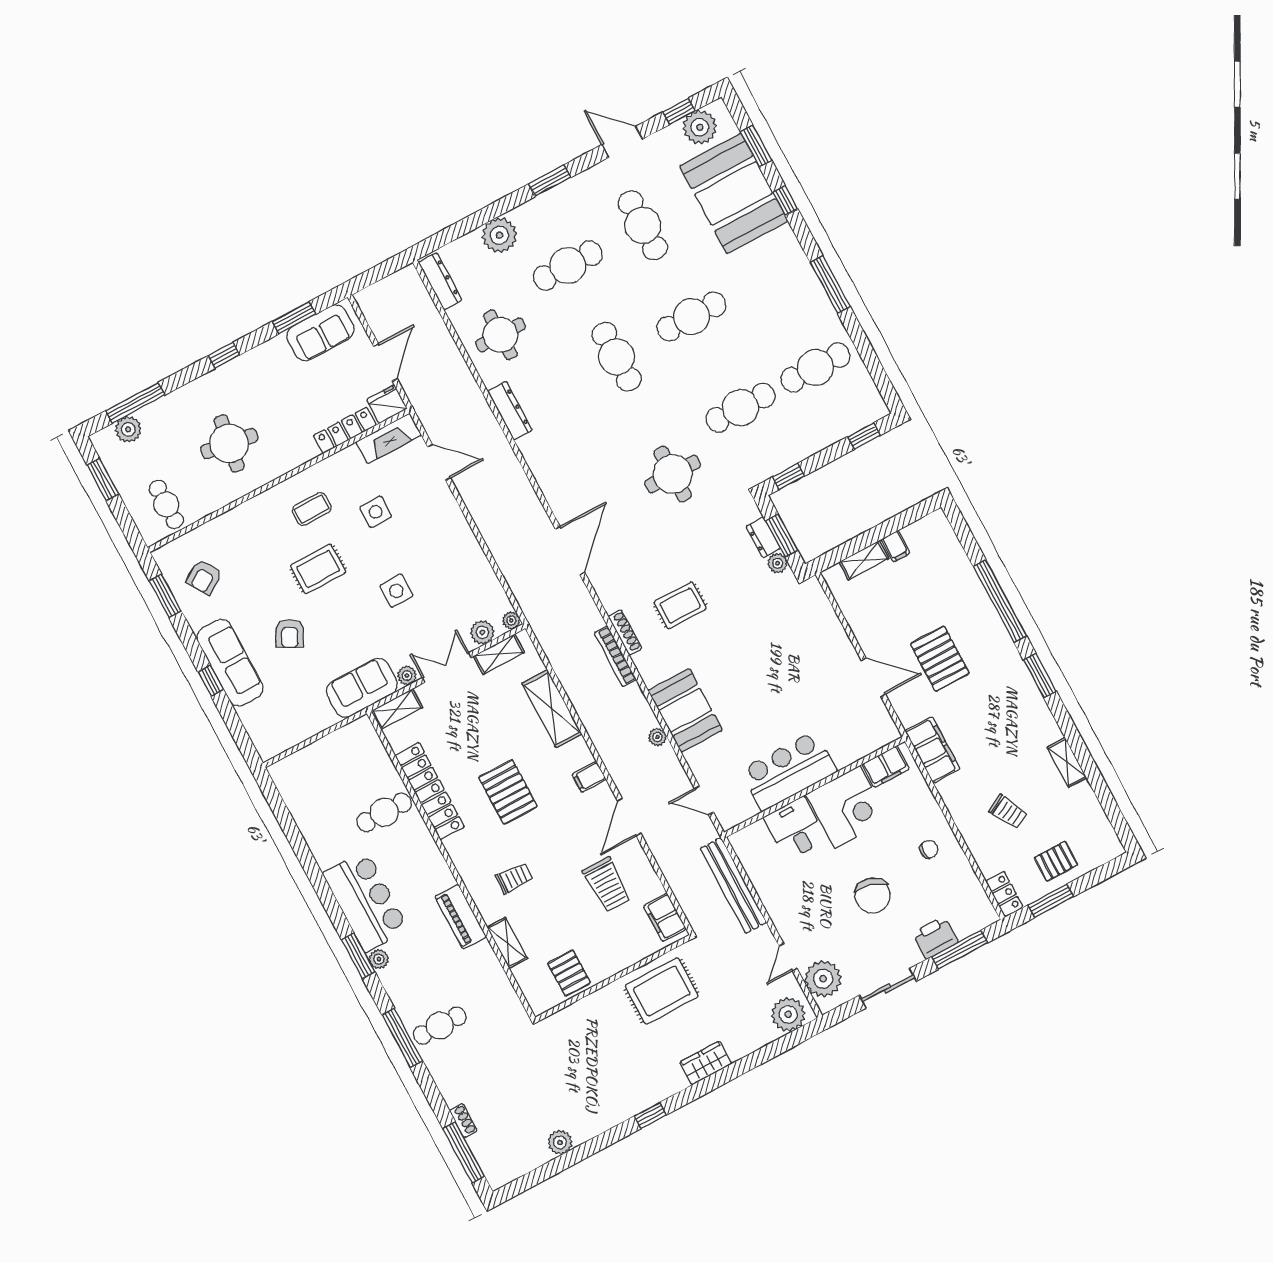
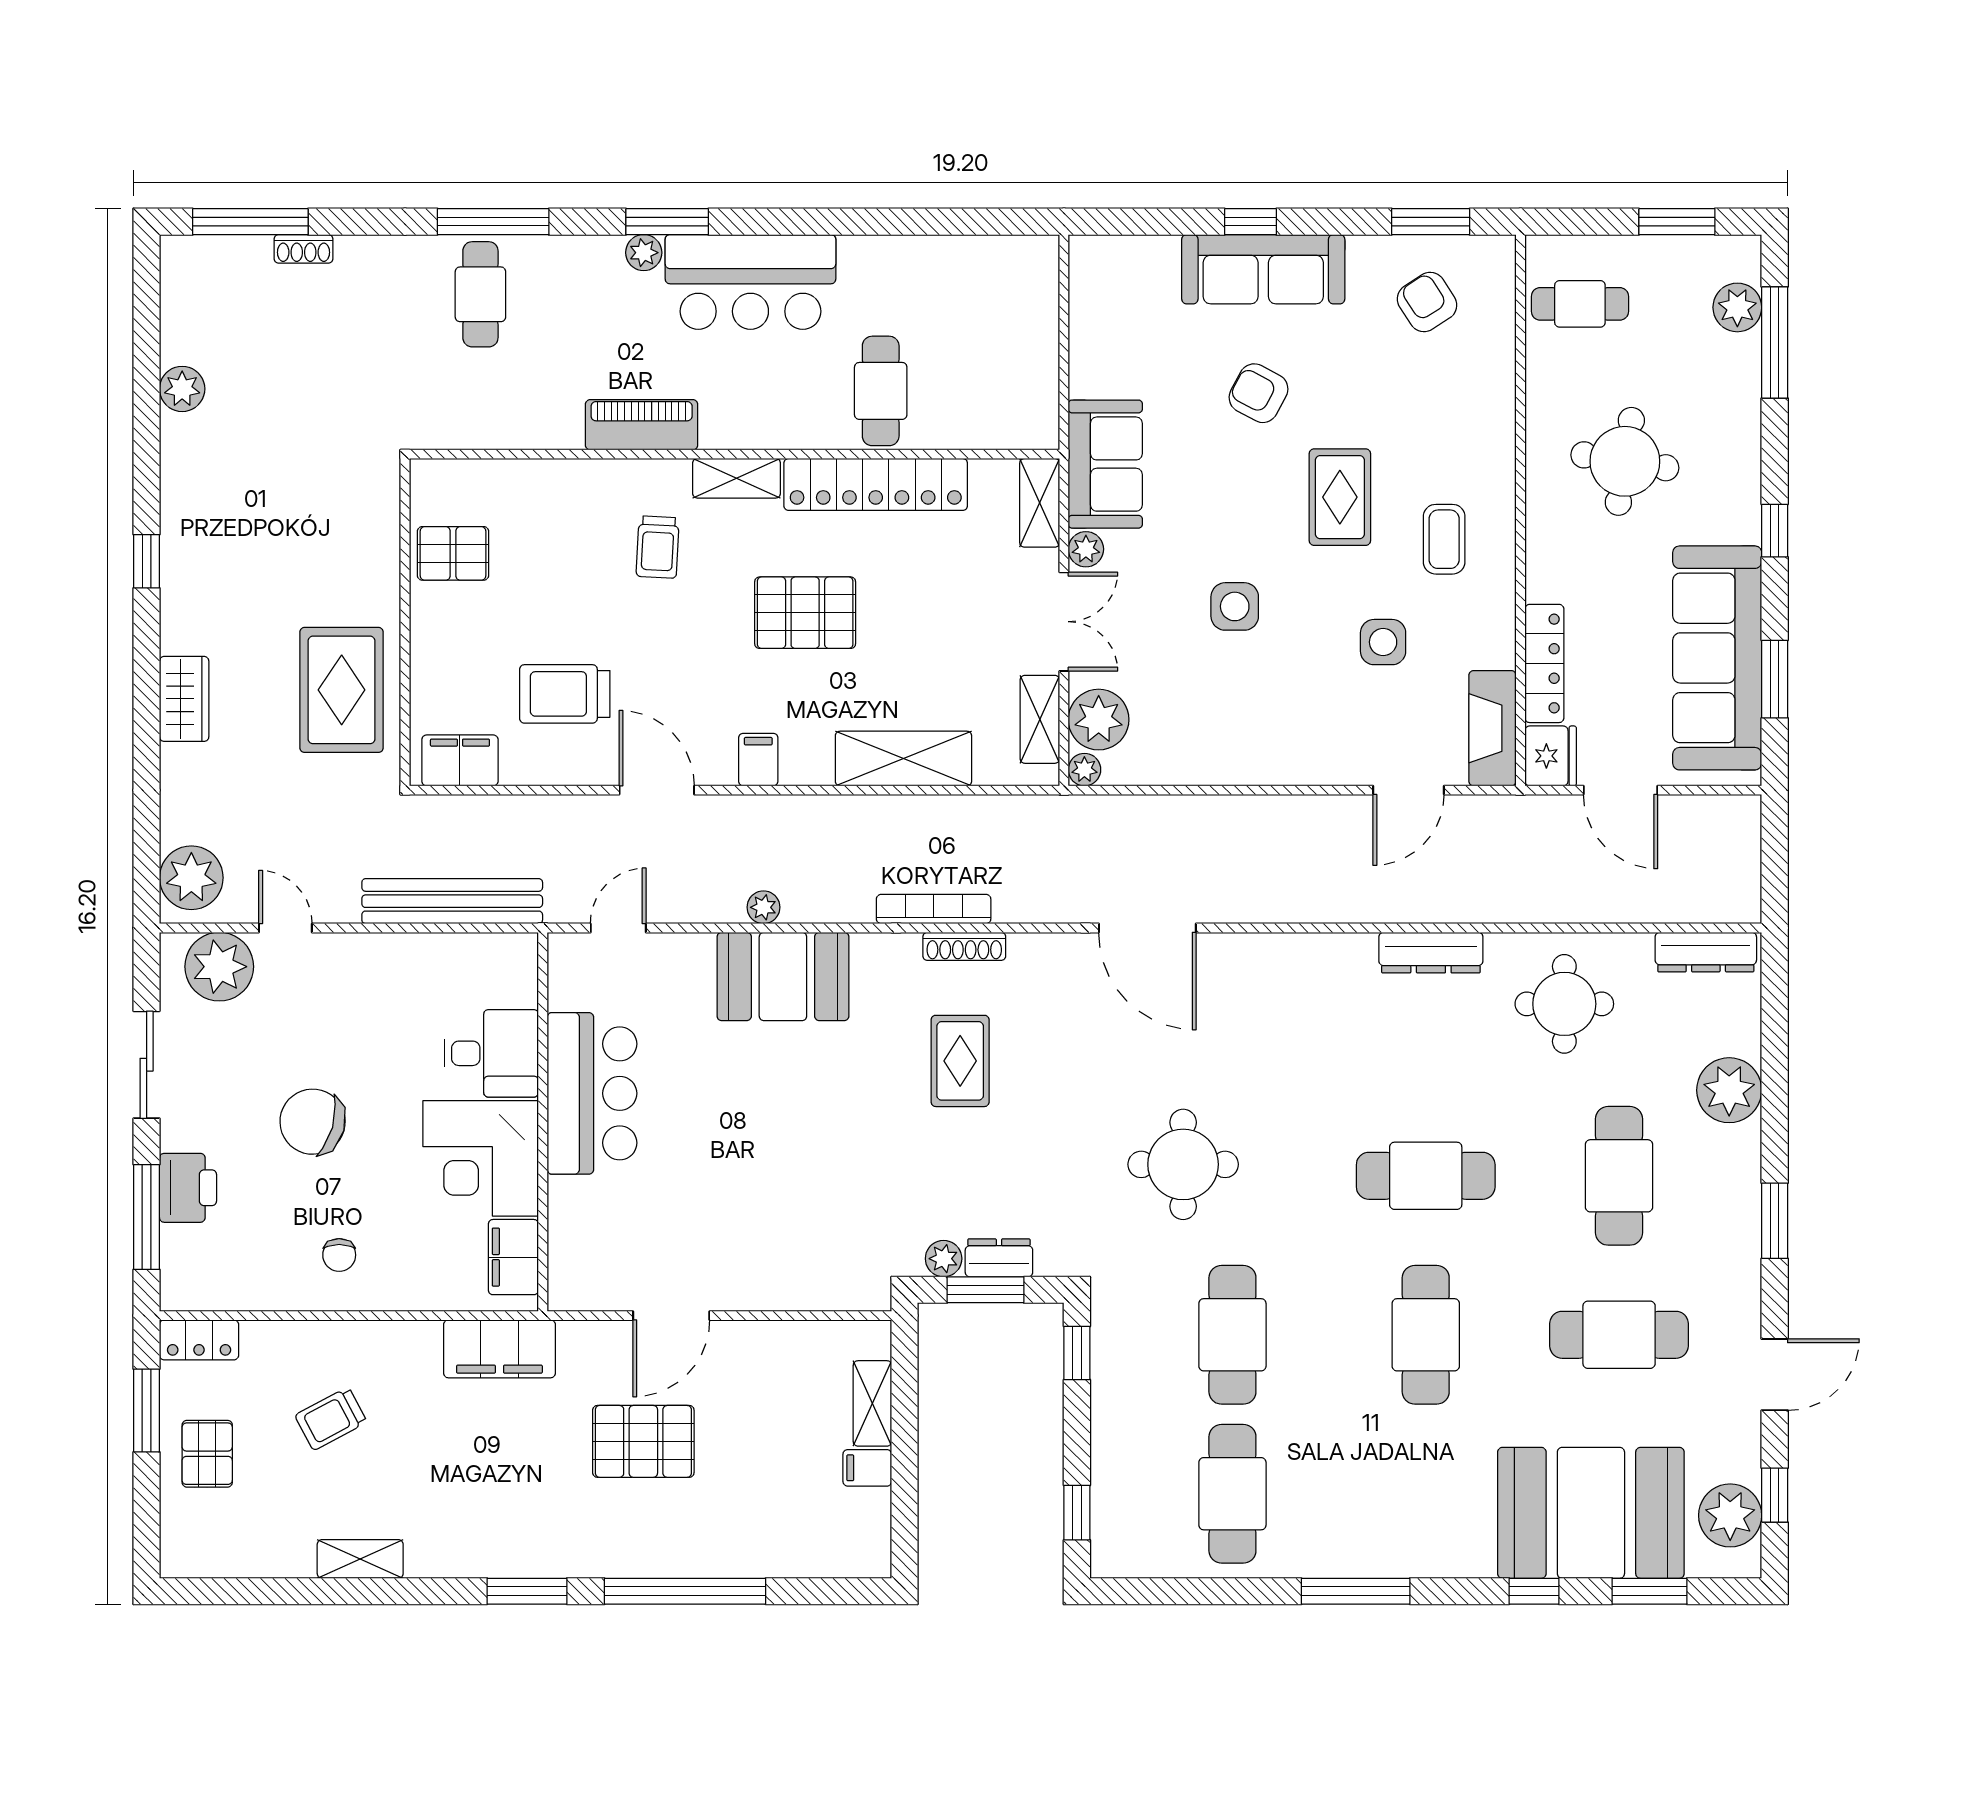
sofa: (320, 333) -> (1717, 658), width x1.85, depth x1.27
plant: (482, 632) -> (1099, 720), width x1.36, depth x1.36
shelving: (507, 943) -> (737, 478), moved

